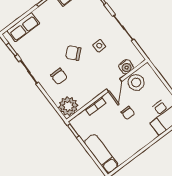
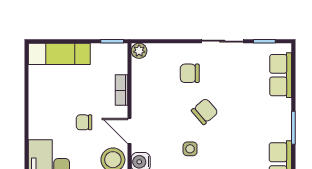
plant: (68, 106) -> (139, 51), width x0.53, depth x0.53

